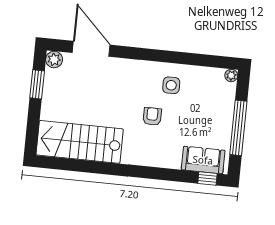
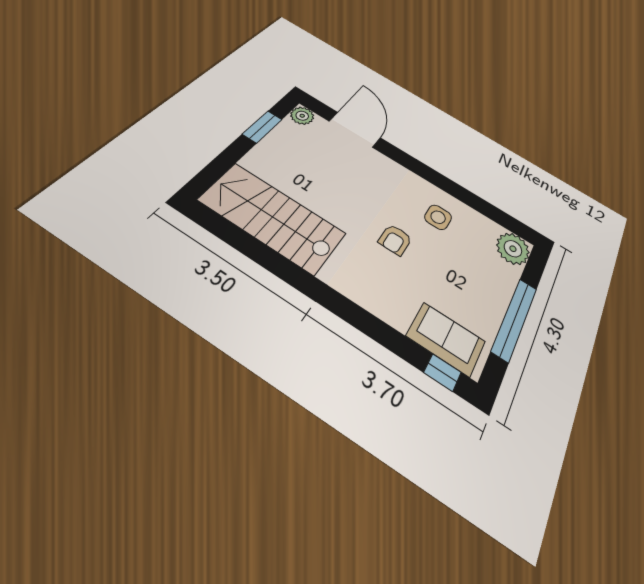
plant: (231, 75) -> (513, 249), width x1.88, depth x1.88
armchair: (152, 116) -> (395, 240), turned 180

